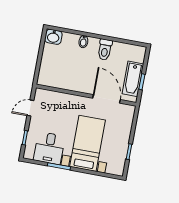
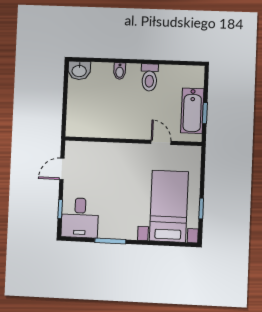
door: (107, 99) -> (161, 142), width x0.53
bed with nightstands: (88, 143) -> (169, 206), moved
desk: (49, 148) -> (80, 218), moved

